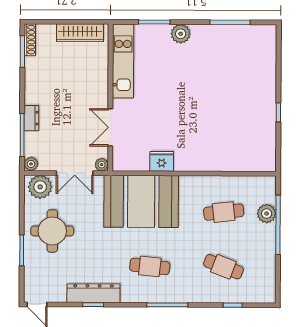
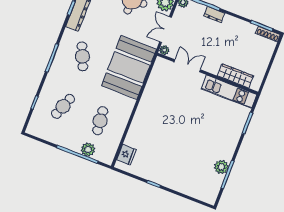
wardrobe: (80, 33) -> (235, 76), moved, turned 90
plant: (181, 34) -> (221, 167), moved
fridge: (162, 161) -> (126, 155), moved
cafe table: (150, 266) -> (82, 56), turned -30

